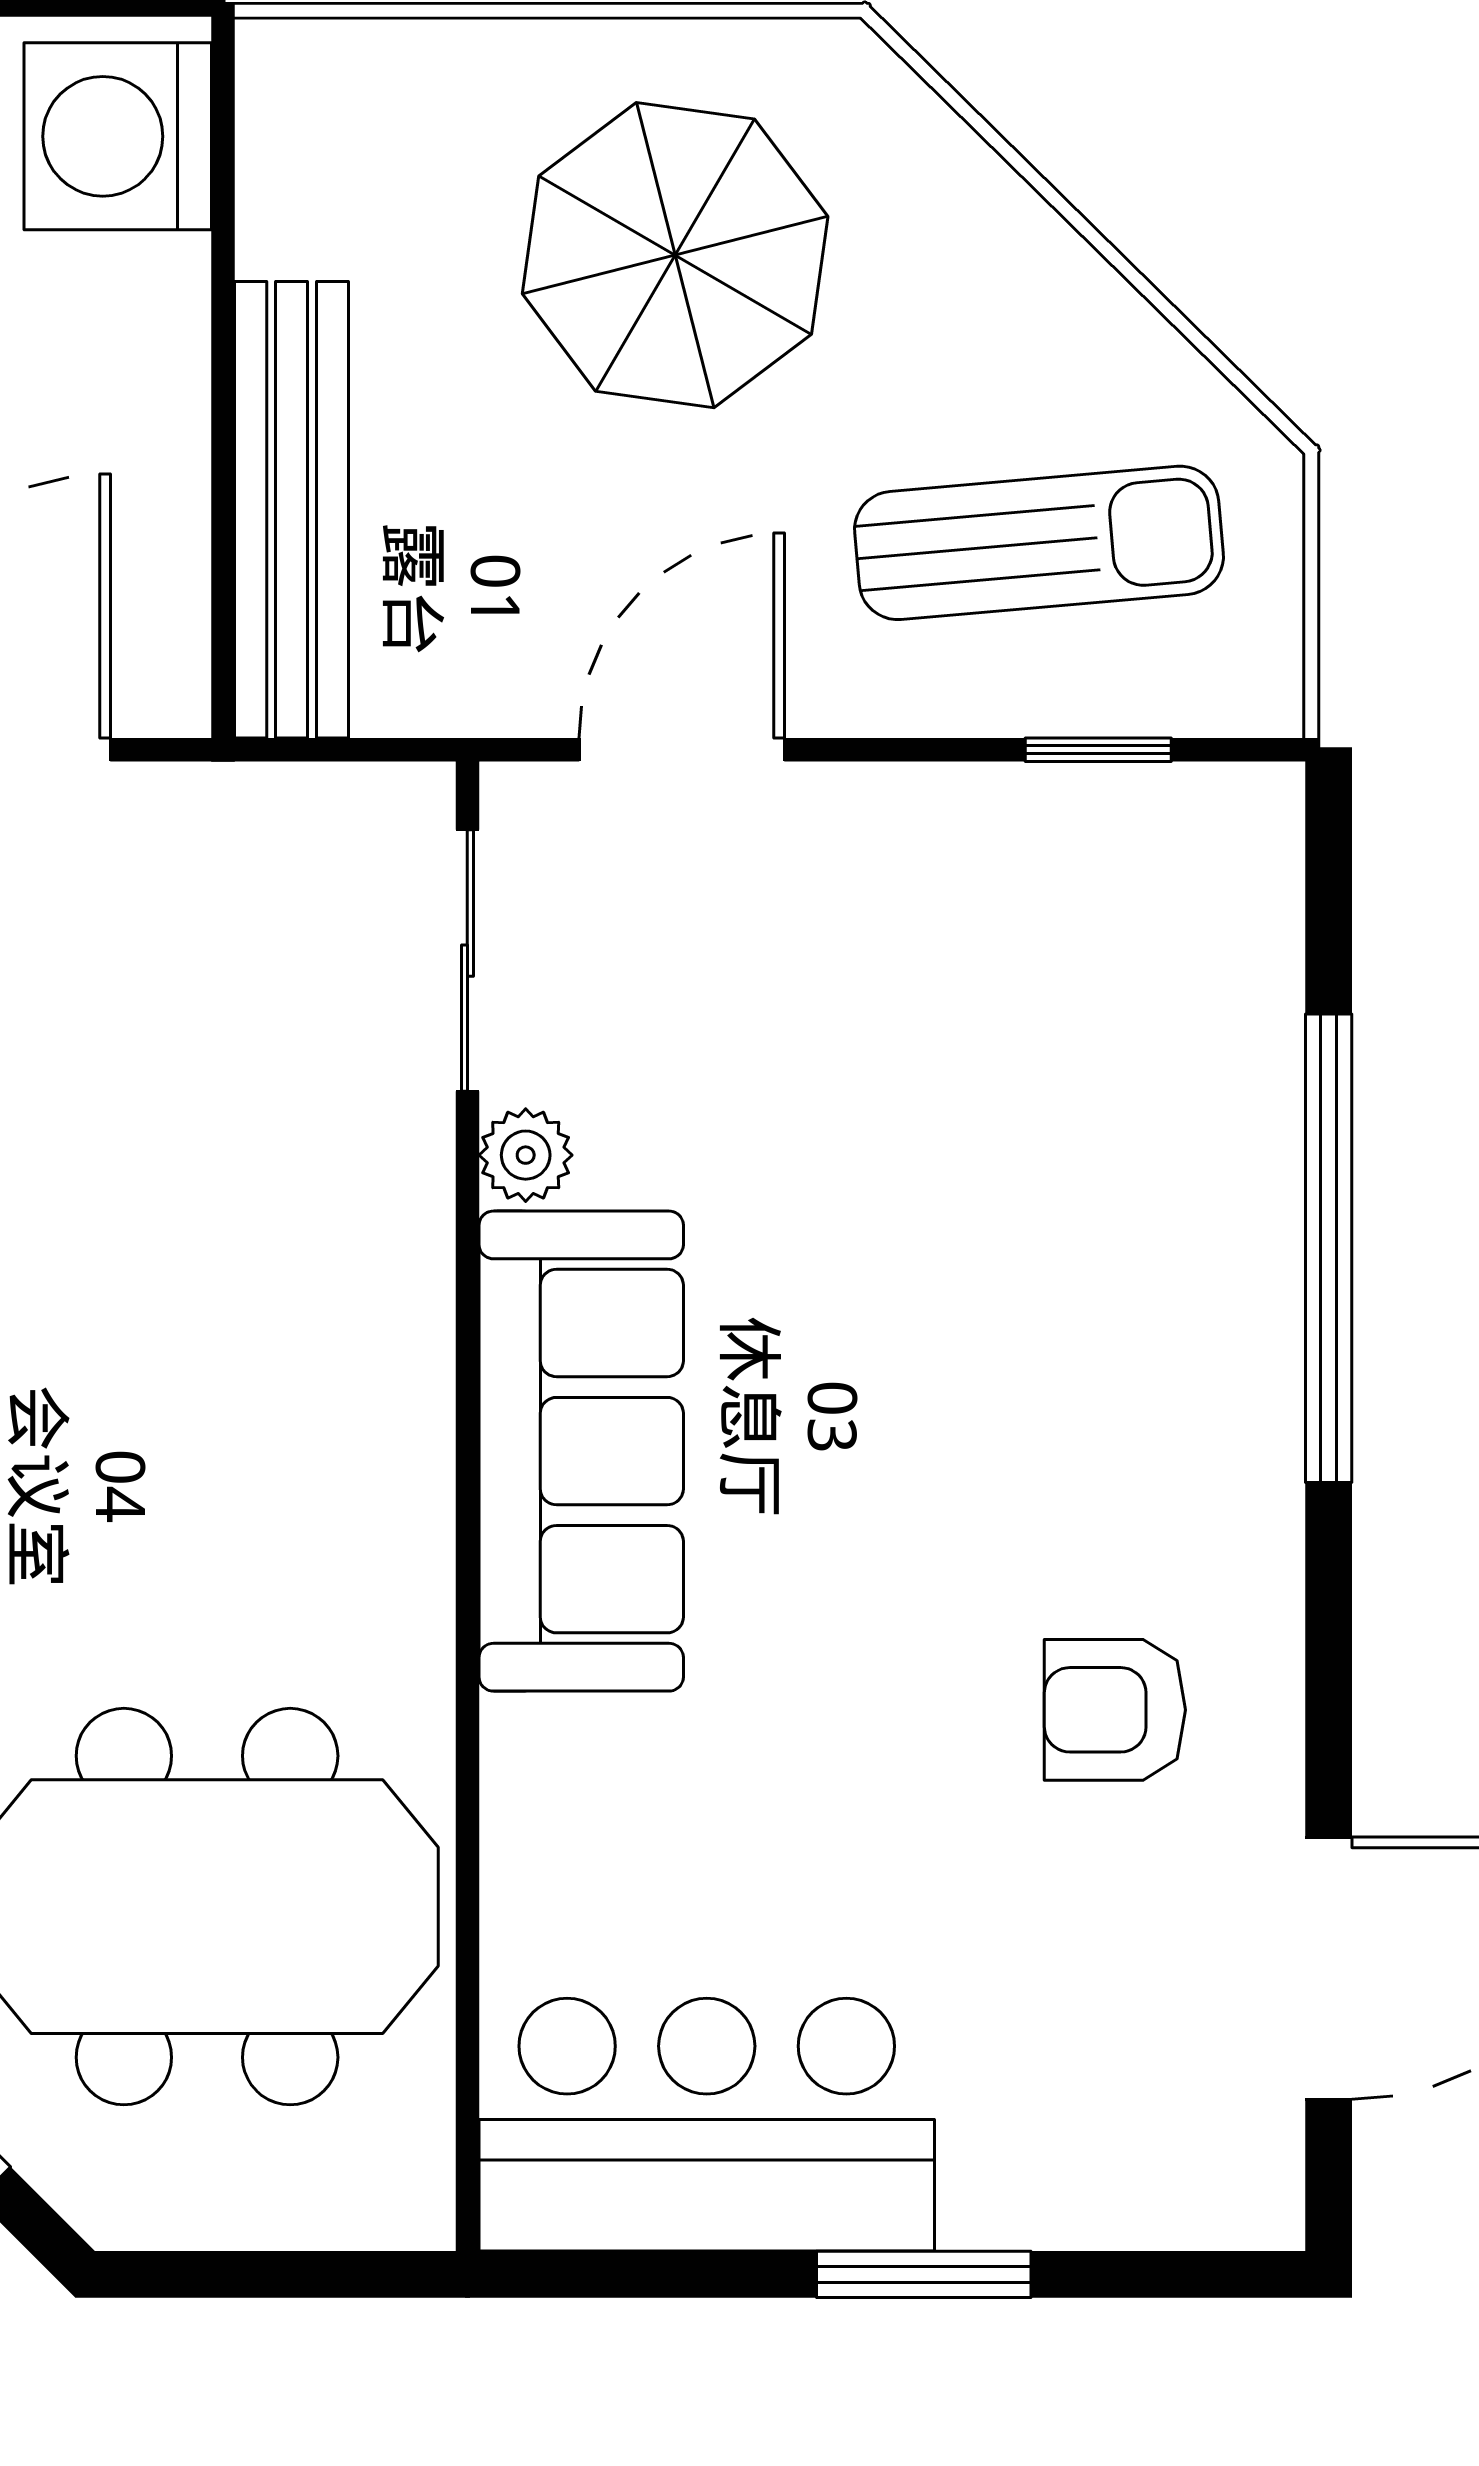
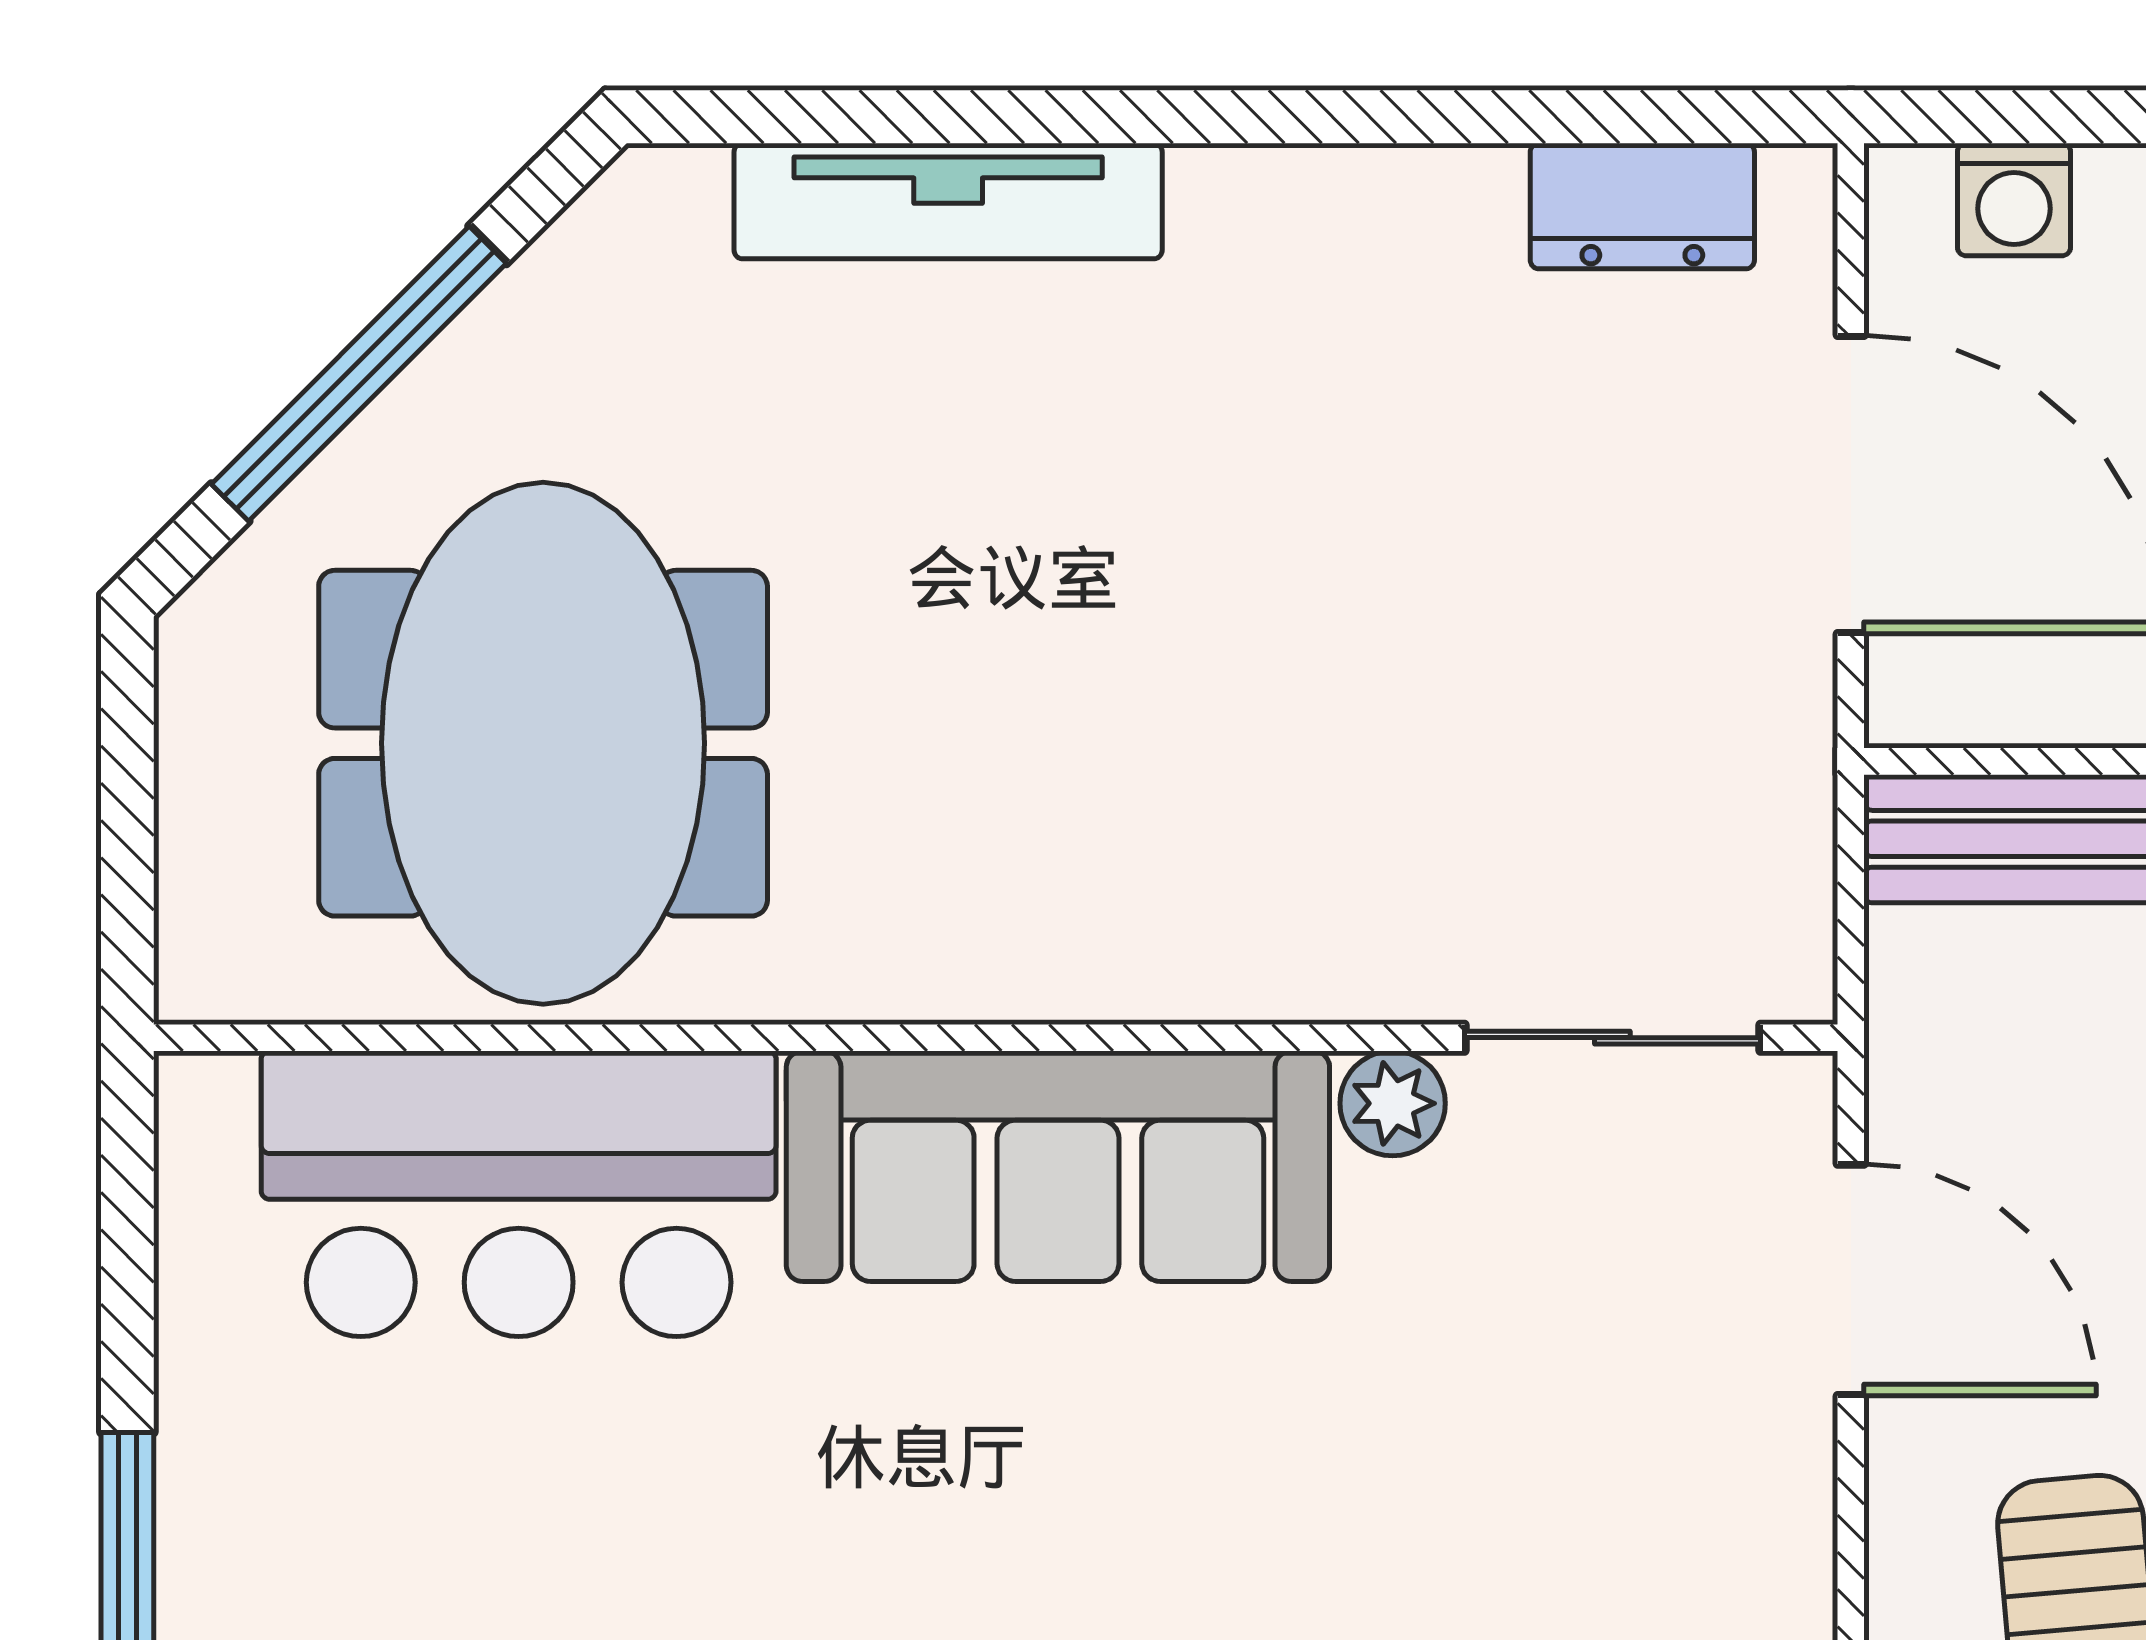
bar counter: (707, 2125) -> (519, 1194), moved, turned 90

